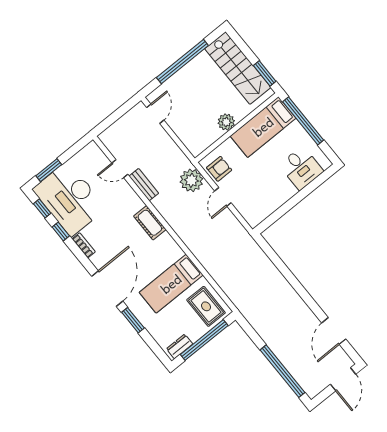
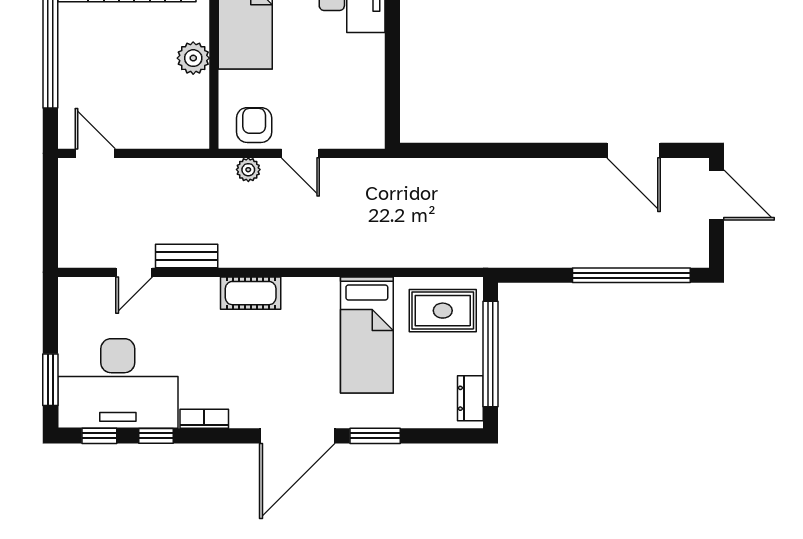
plant: (191, 180) -> (248, 170), width x0.53, depth x0.53
door: (107, 289) -> (297, 436), swing flipped

